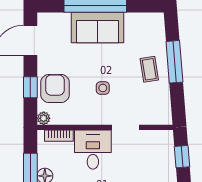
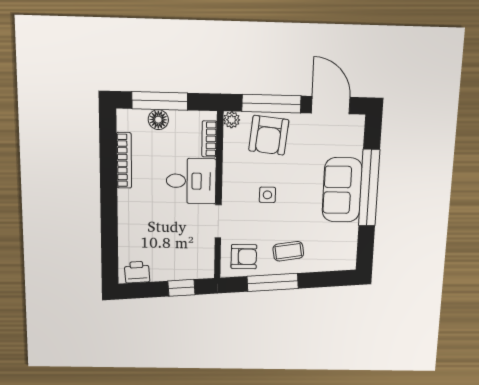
window: (174, 62) -> (273, 282), moved
window: (30, 87) -> (271, 104), width x2.17
armchair: (55, 89) -> (269, 135), turned 96
armchair: (155, 106) -> (244, 257), added

